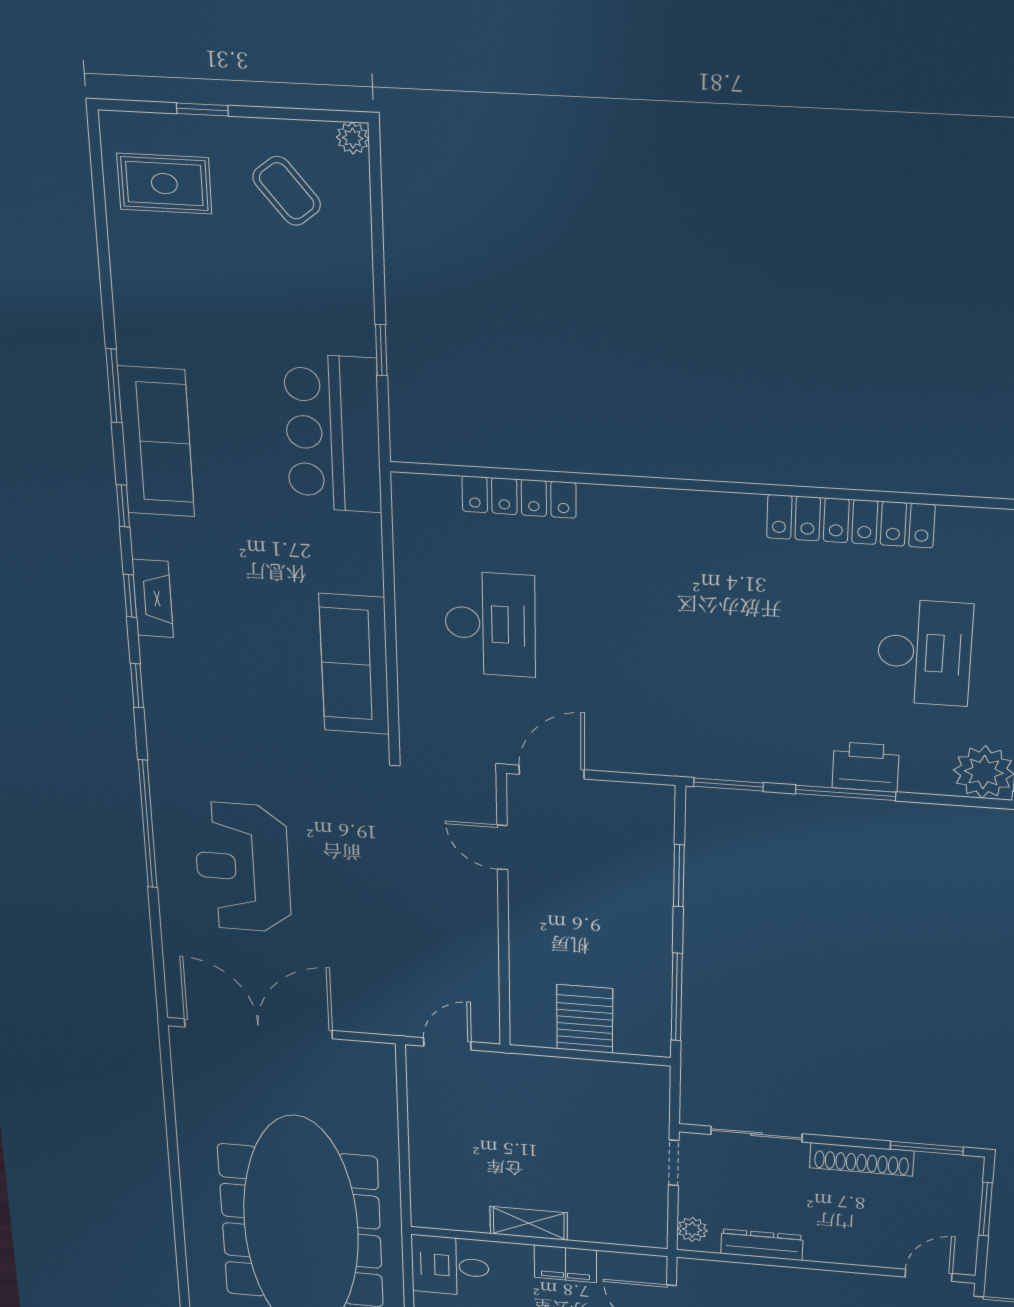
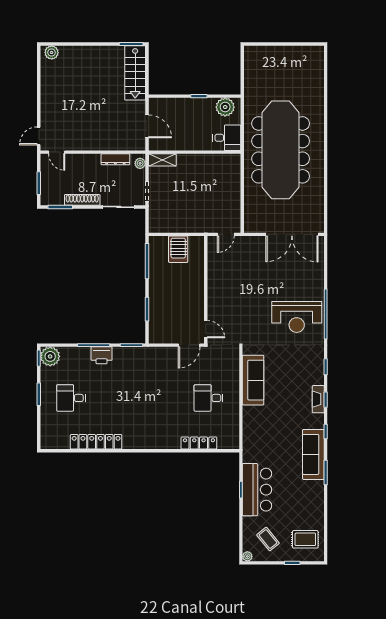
bar counter: (333, 434) -> (257, 490), moved
desk: (490, 624) -> (209, 398), width x0.73
desk: (924, 653) -> (71, 398), width x0.73
printer: (866, 767) -> (102, 355), moved
door: (502, 847) -> (206, 329), moved
reception desk: (243, 867) -> (297, 317), moved, turned 90
shelving: (529, 1223) -> (162, 160), moved
filing cabinet: (565, 1264) -> (185, 143), removed
door: (929, 1275) -> (57, 152), hinge flipped

